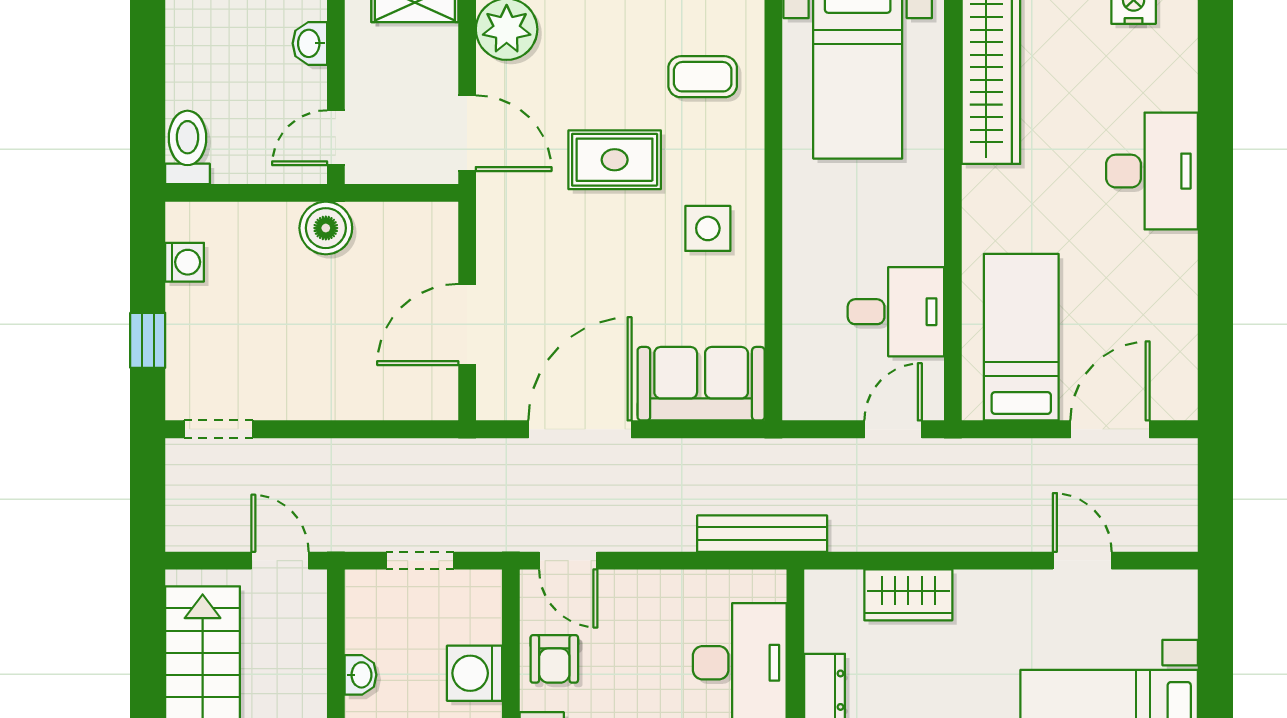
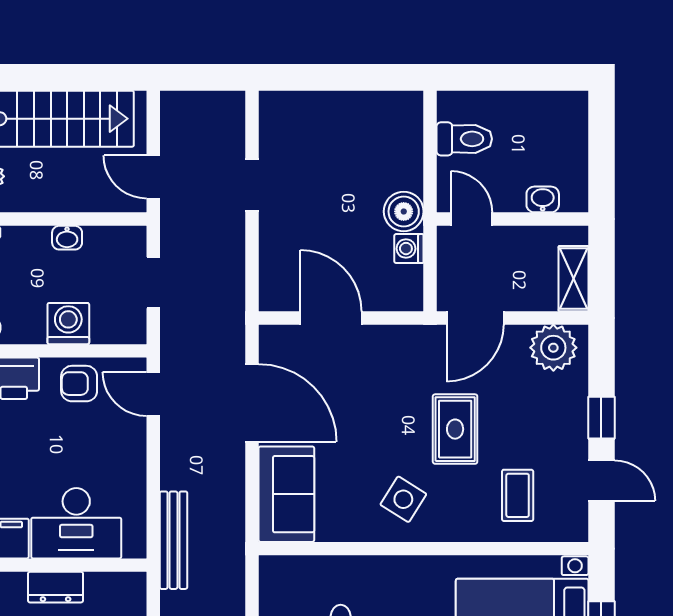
toilet: (187, 147) -> (464, 139), moved
side table: (708, 228) -> (403, 499), turned 32
washing machine: (185, 262) -> (409, 249), moved, turned 90
window: (148, 340) -> (319, 77), removed
doorway: (219, 429) -> (252, 185), moved
door: (280, 561) -> (153, 177), swing flipped
door: (568, 561) -> (153, 394), hinge flipped

